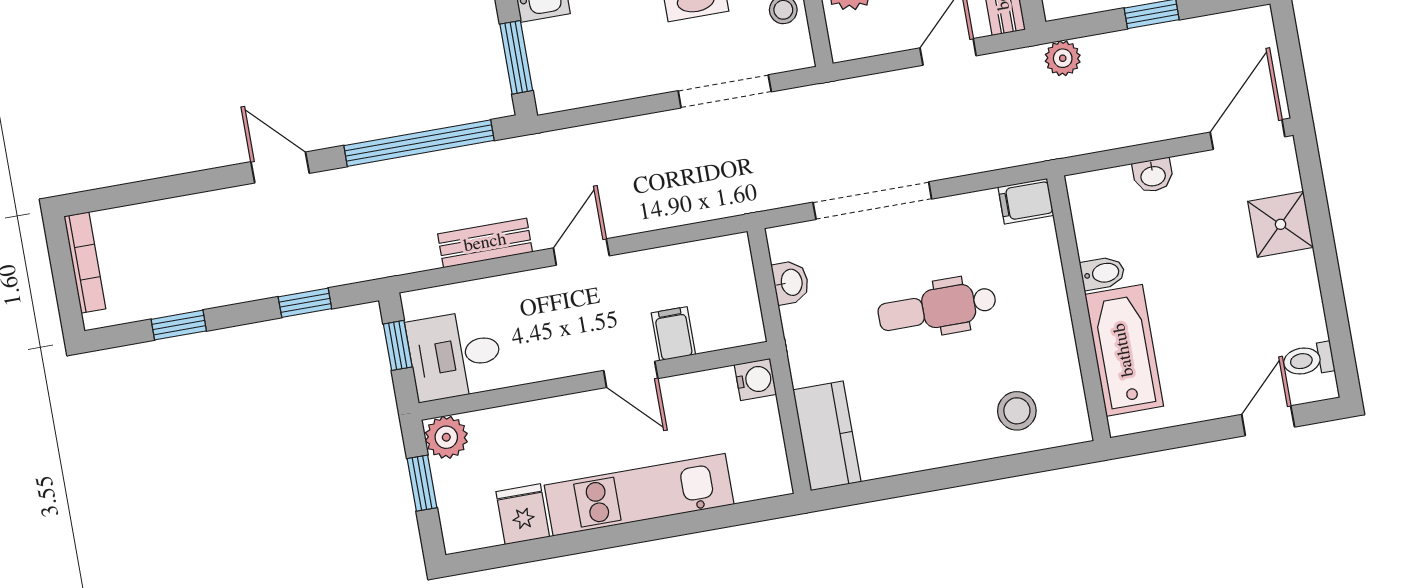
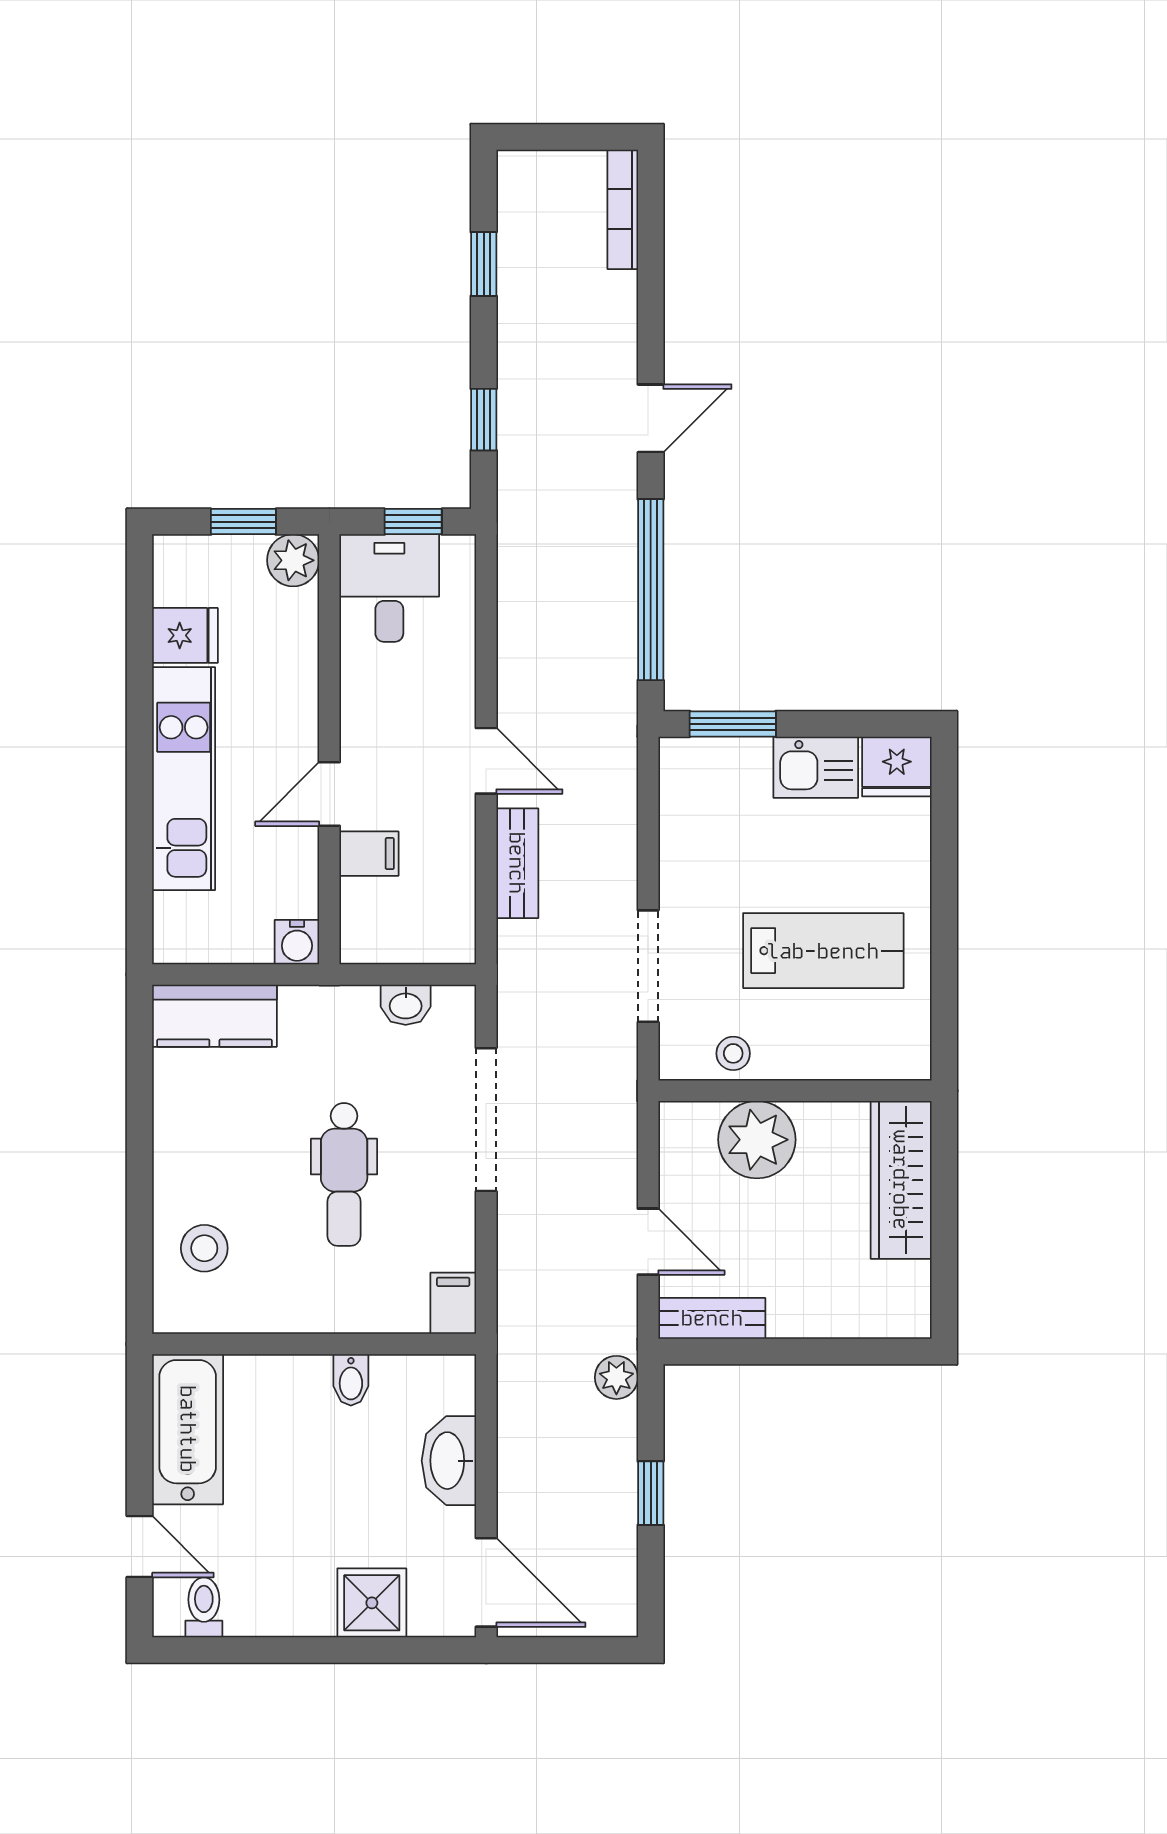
washbasin: (1153, 175) -> (449, 1461), width x1.91, depth x1.45
bench: (485, 243) -> (517, 863), moved
bookcase: (85, 263) -> (623, 209), moved, turned 90
dental chair: (937, 308) -> (344, 1174), turned 180
bathtub: (1124, 350) -> (188, 1429), moved, turned -90

